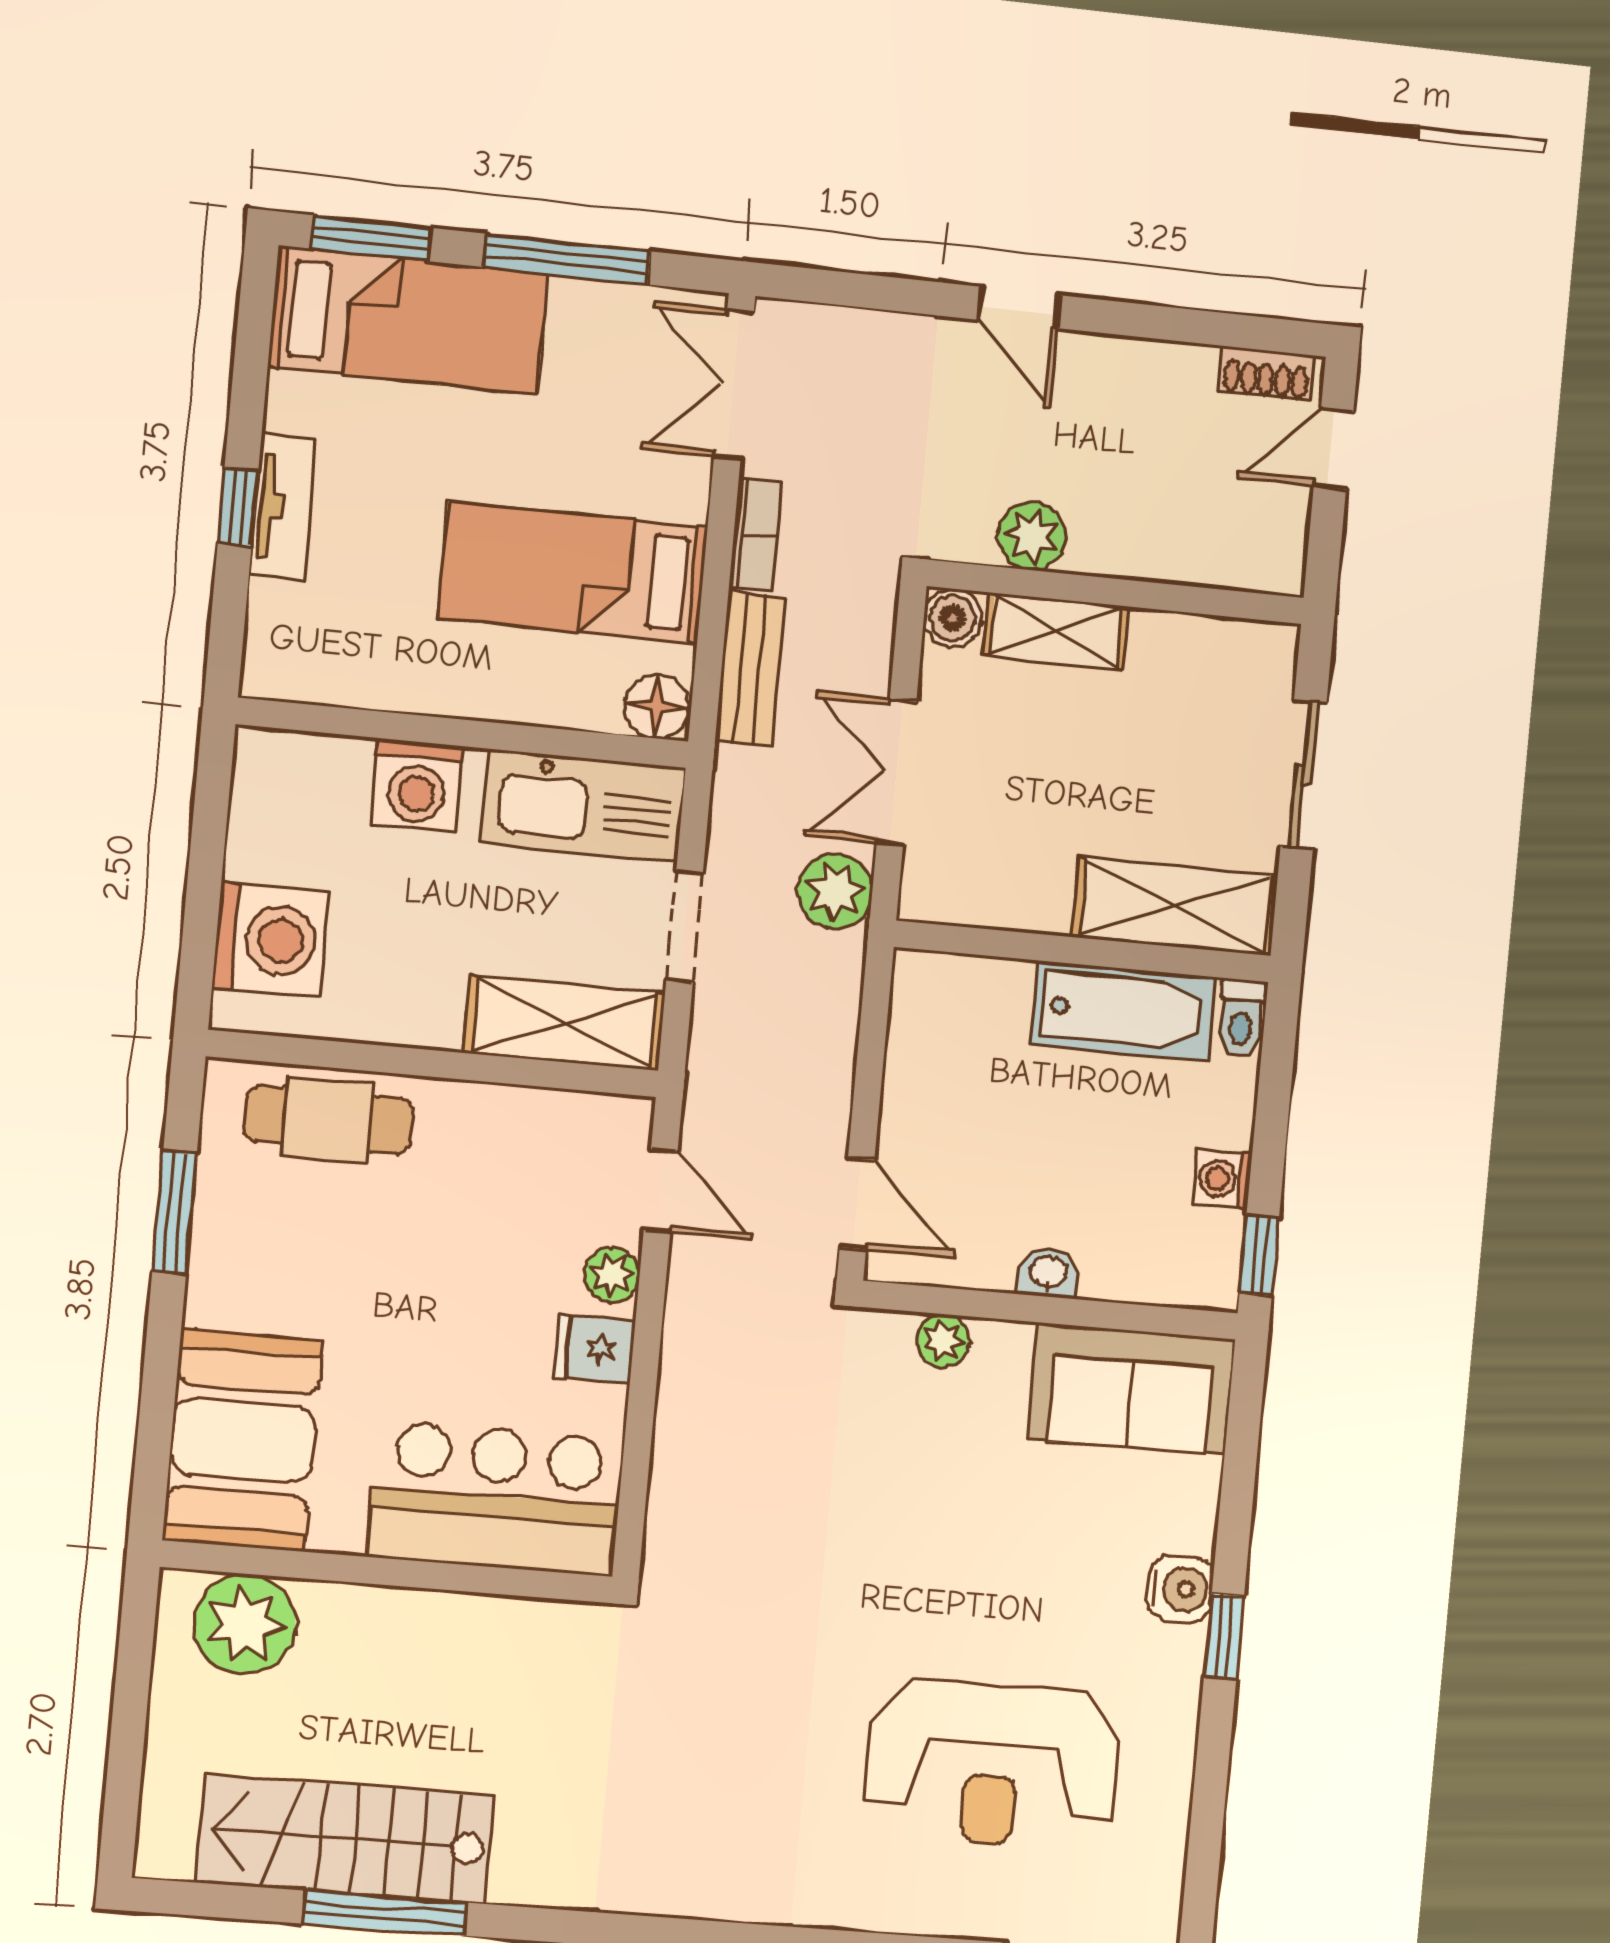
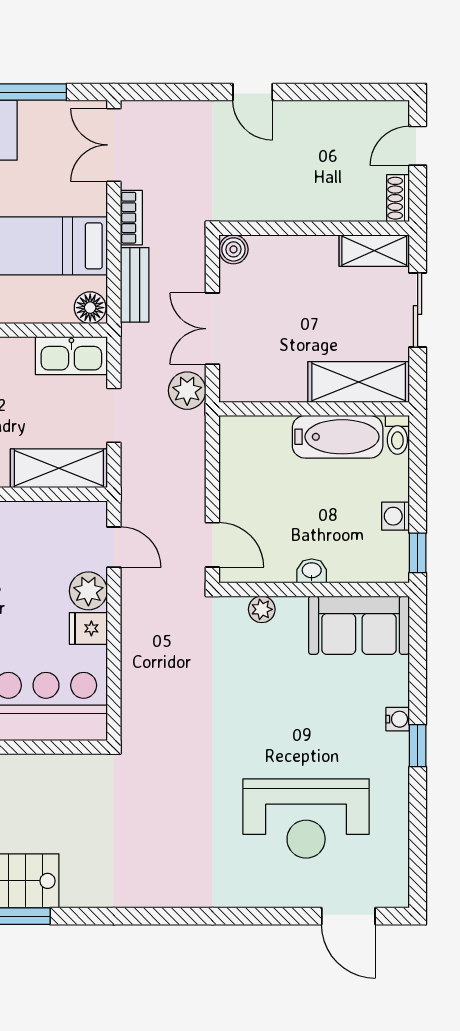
shoe rack: (1266, 373) -> (398, 198), moved, turned 90
plant: (1032, 536) -> (269, 205), removed
shelving: (1056, 631) -> (374, 251), moved
kitchen sink: (583, 806) -> (71, 356), width x0.73, depth x0.81
plant: (612, 1275) -> (88, 591), width x1.38, depth x1.38
water cooler: (1180, 1589) -> (398, 719), width x0.72, depth x0.72

